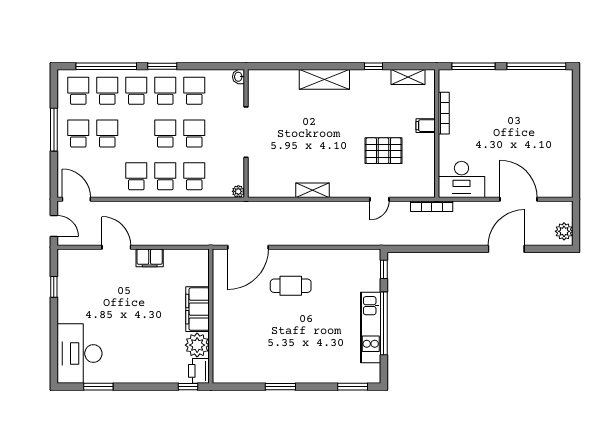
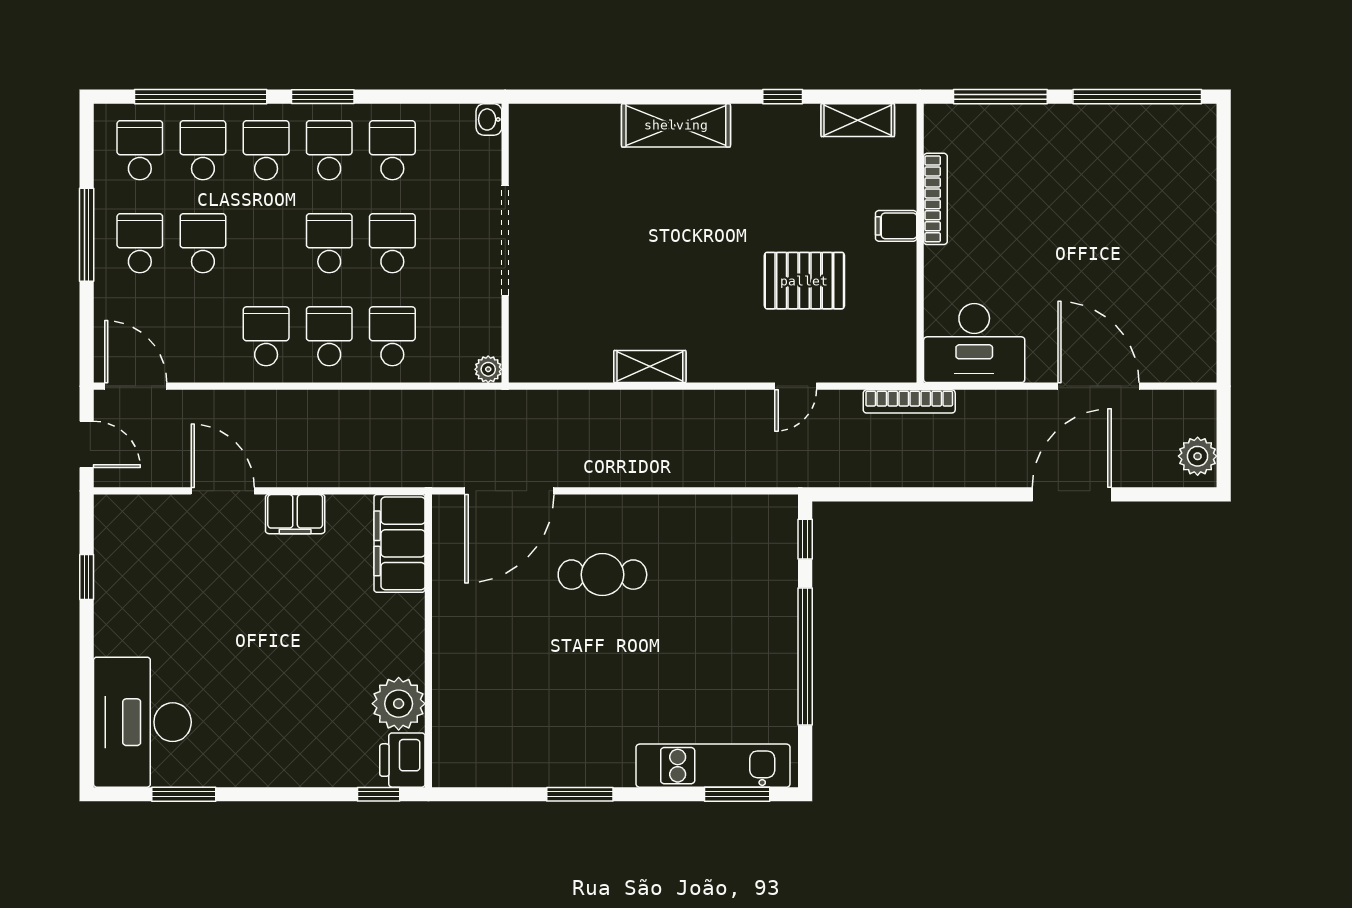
filing cabinet: (198, 309) -> (400, 543), moved
kitchen unit: (371, 328) -> (713, 766), moved, turned 90

